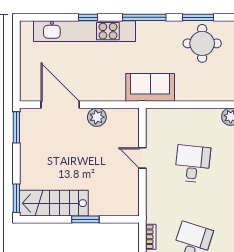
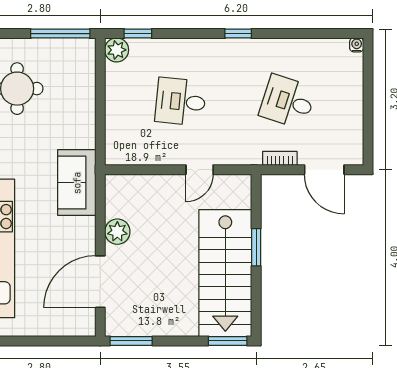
sofa: (150, 87) -> (77, 183), moved
door: (142, 158) -> (200, 170), moved
stairs: (54, 203) -> (225, 273), width x1.36, depth x1.51

